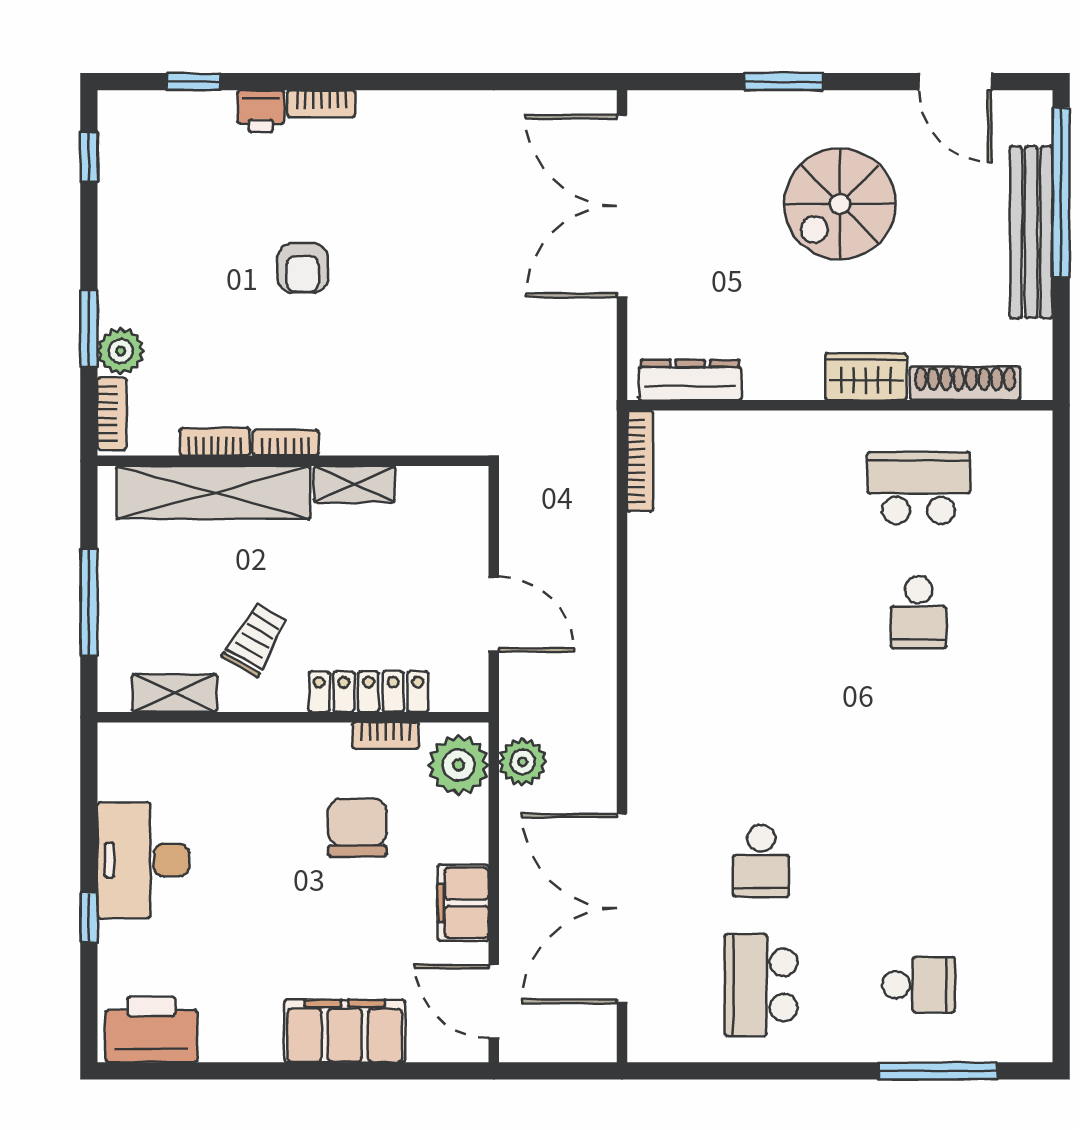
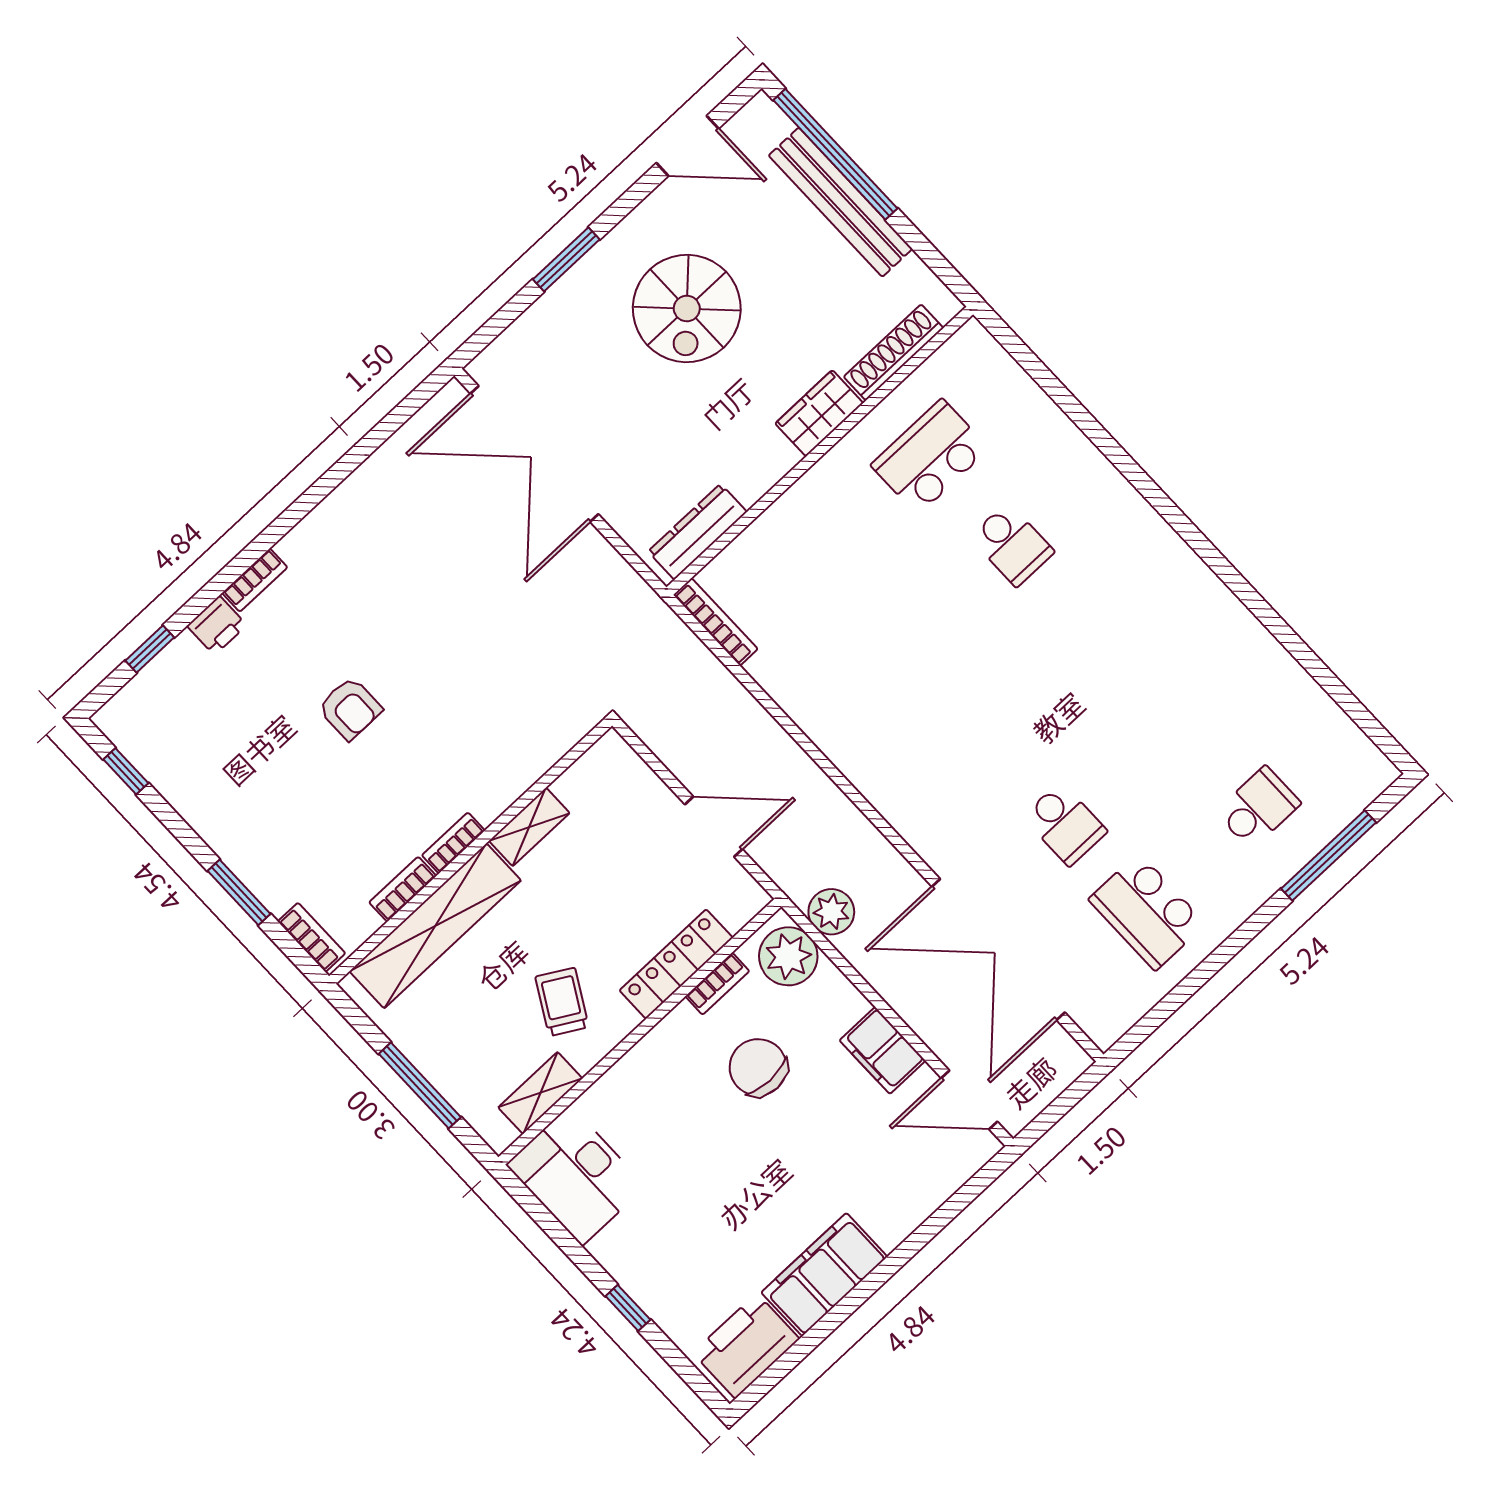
plant: (121, 351) -> (276, 887), removed
desk: (143, 860) -> (576, 1175), moved
filing cabinet: (345, 1031) -> (824, 1275), moved

